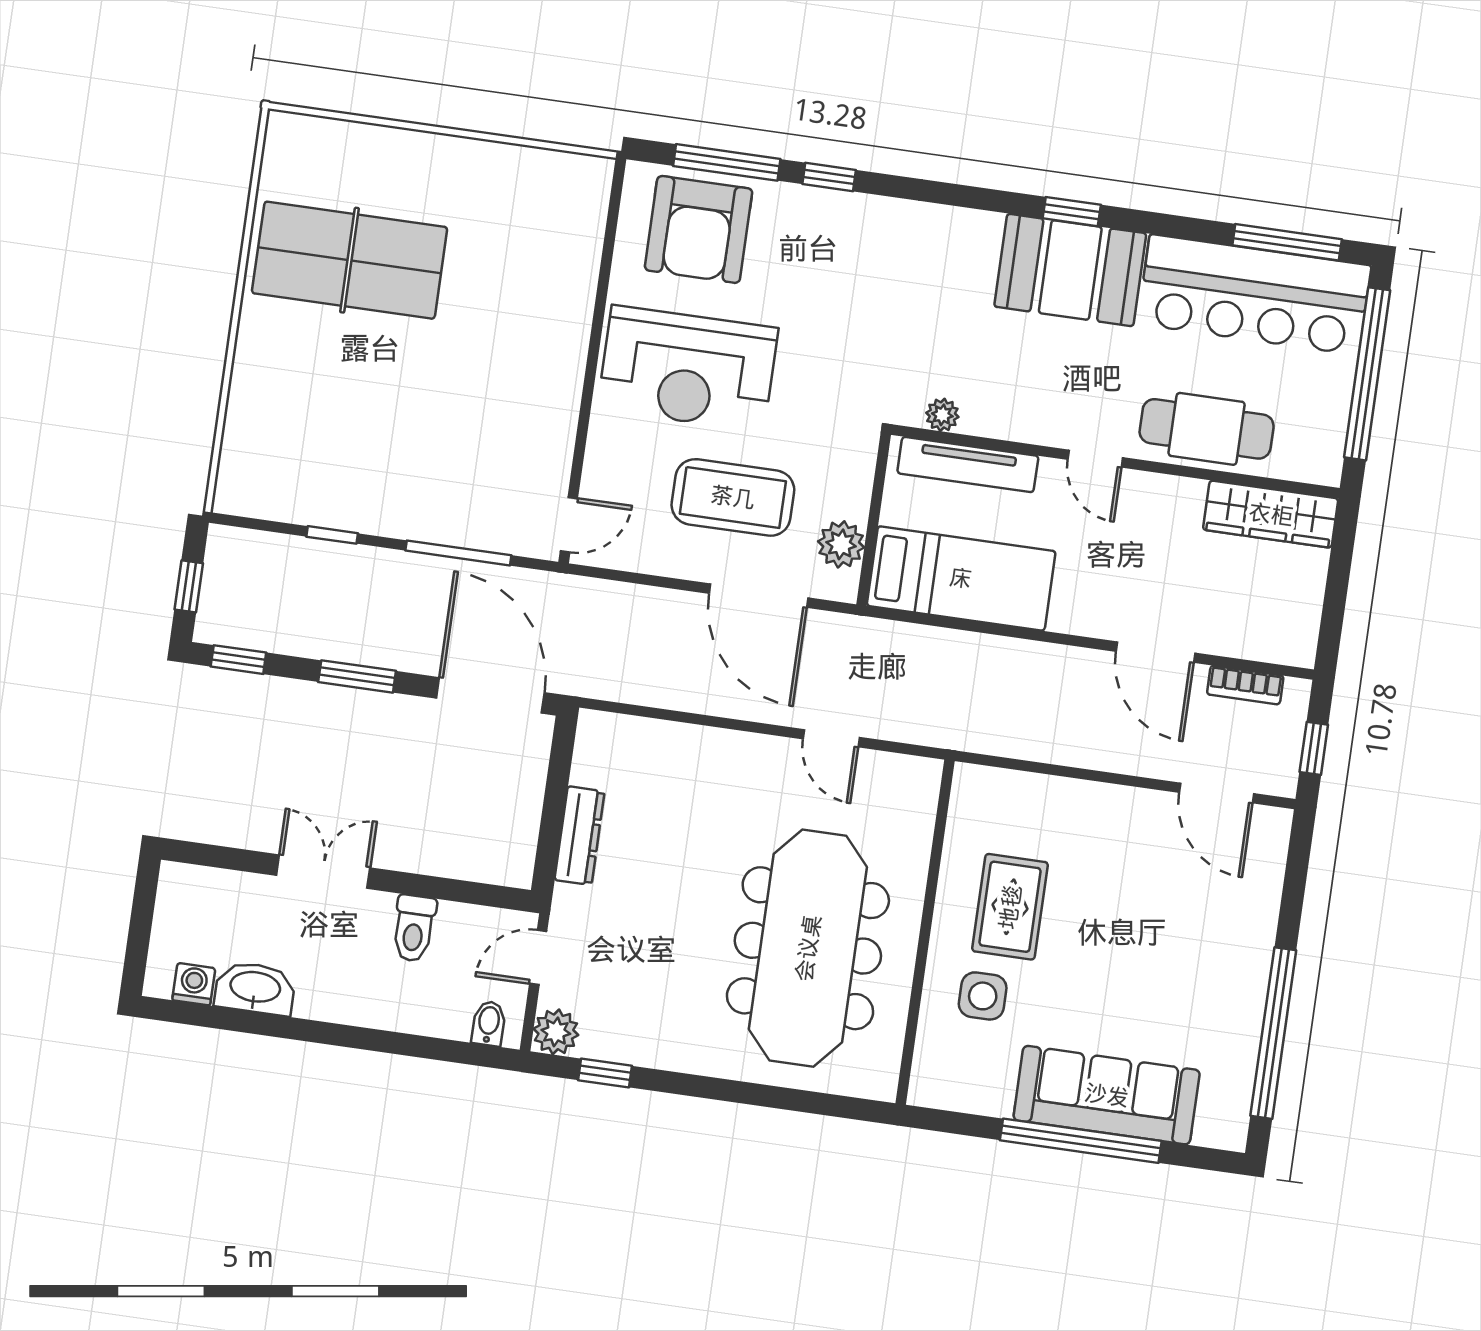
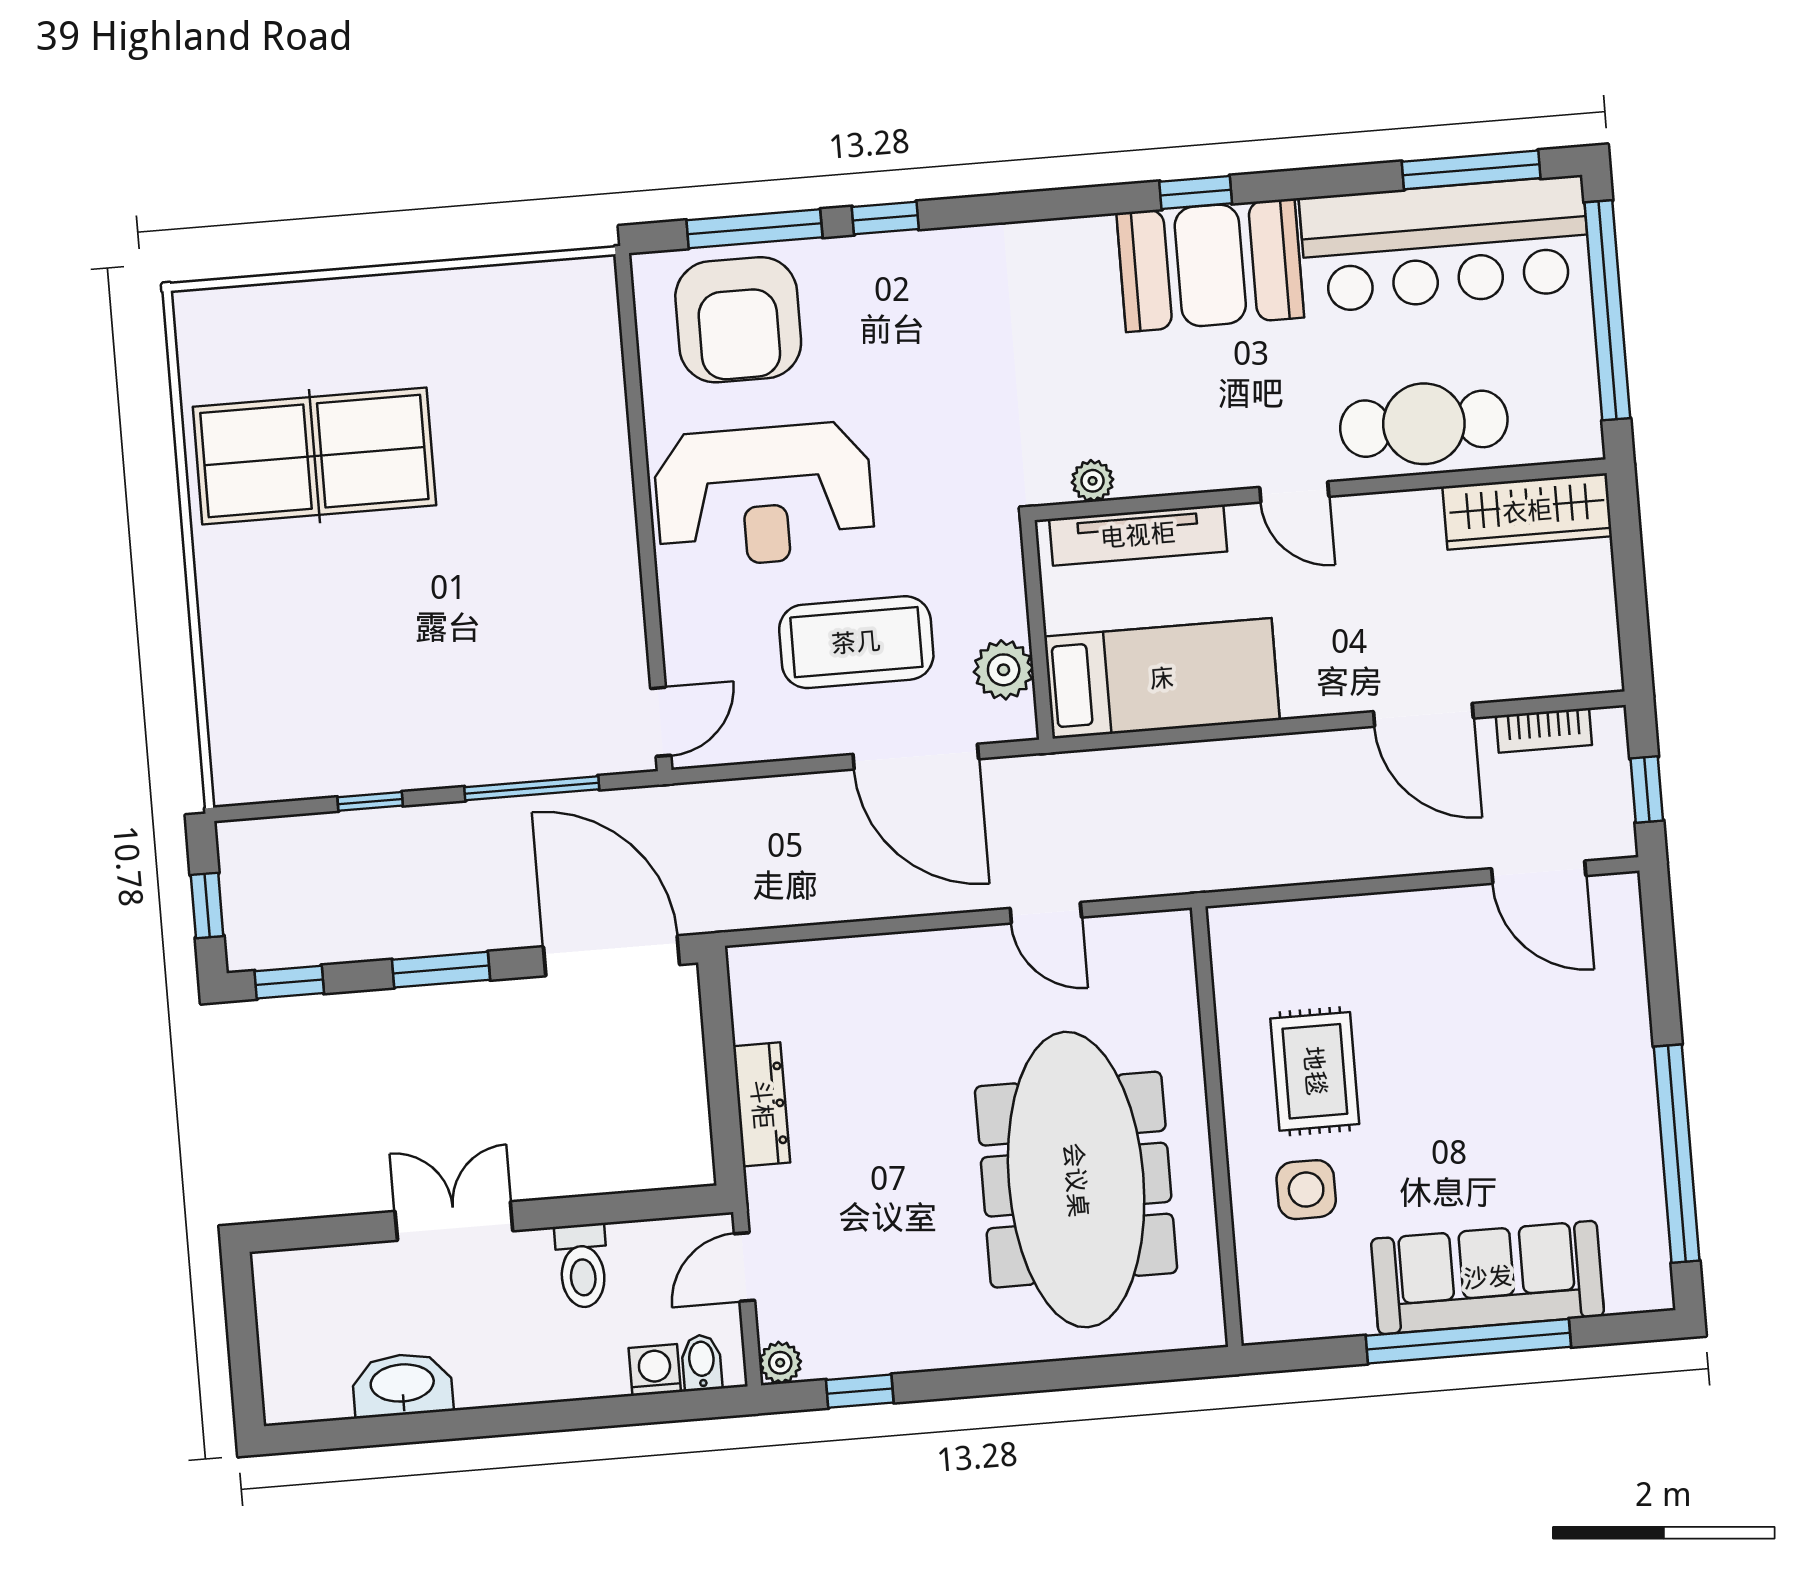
washing machine: (194, 984) -> (655, 1370), moved
plant: (556, 1032) -> (780, 1363), width x0.73, depth x0.73

